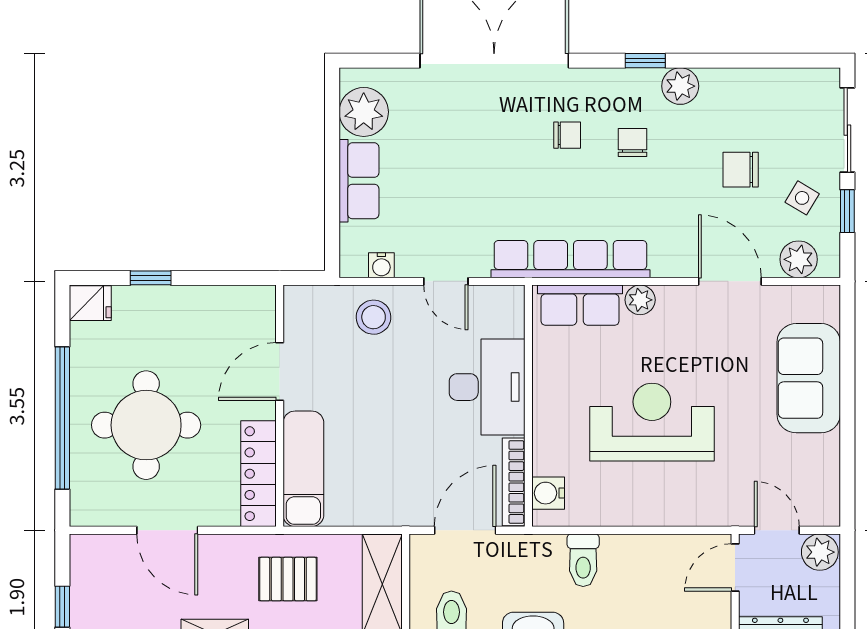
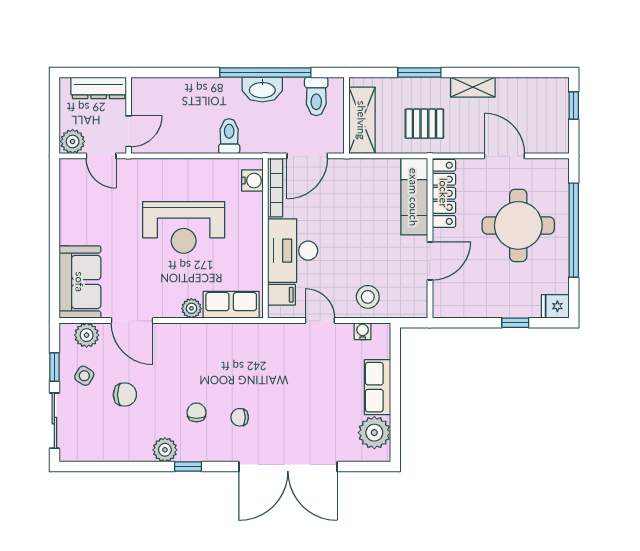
chair: (633, 143) -> (196, 412), turned 180
row of seats: (570, 259) -> (238, 335), removed
filing cabinet: (504, 320) -> (282, 295), added
sofa: (809, 378) -> (80, 282), moved

